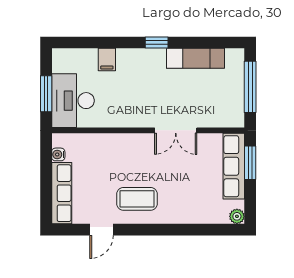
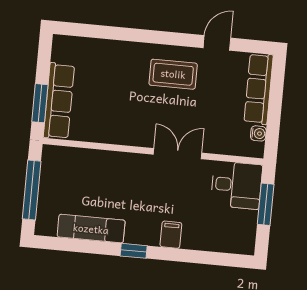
filing cabinet: (107, 60) -> (171, 235), moved
desk: (73, 101) -> (236, 185), width x0.73
double door: (176, 130) -> (178, 154), moved
plant: (237, 216) -> (61, 43), removed

